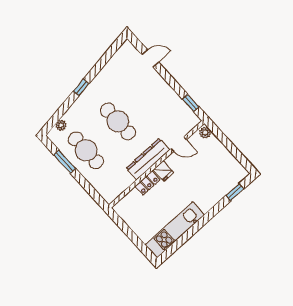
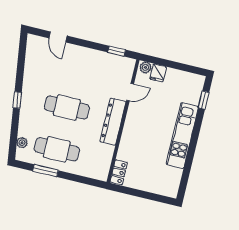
door: (150, 58) -> (58, 37), swing flipped
fridge: (163, 171) -> (158, 73), moved, turned 90
locker: (147, 183) -> (119, 172), moved
kitchen unit: (175, 230) -> (182, 136), moved

